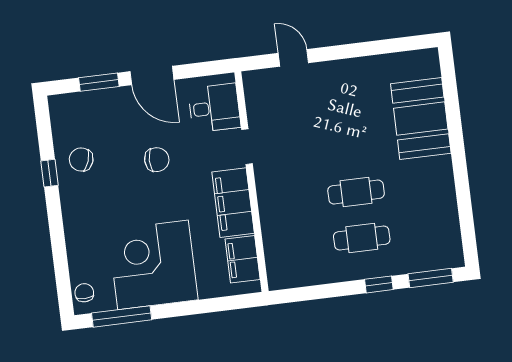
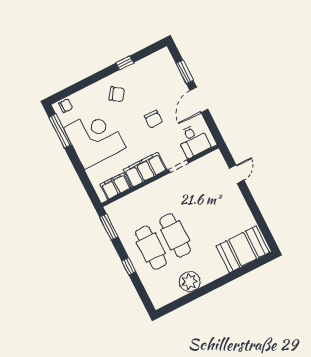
booth: (421, 119) -> (243, 249), moved
chair: (81, 159) -> (117, 94), moved, turned 106
cafe table: (356, 192) -> (175, 235), width x1.37, depth x1.35
plant: (439, 195) -> (190, 282), added
cafe table: (362, 238) -> (151, 248), width x1.37, depth x1.35
window: (431, 278) -> (109, 227), moved

